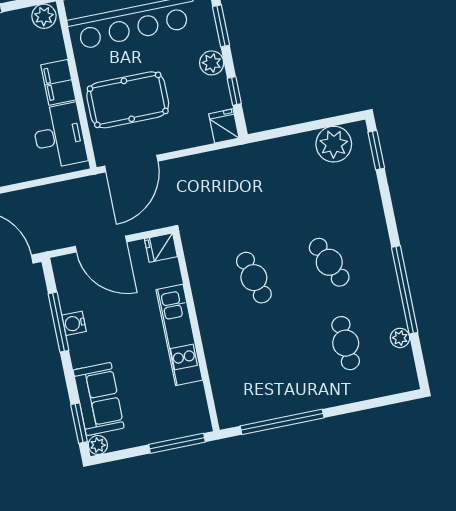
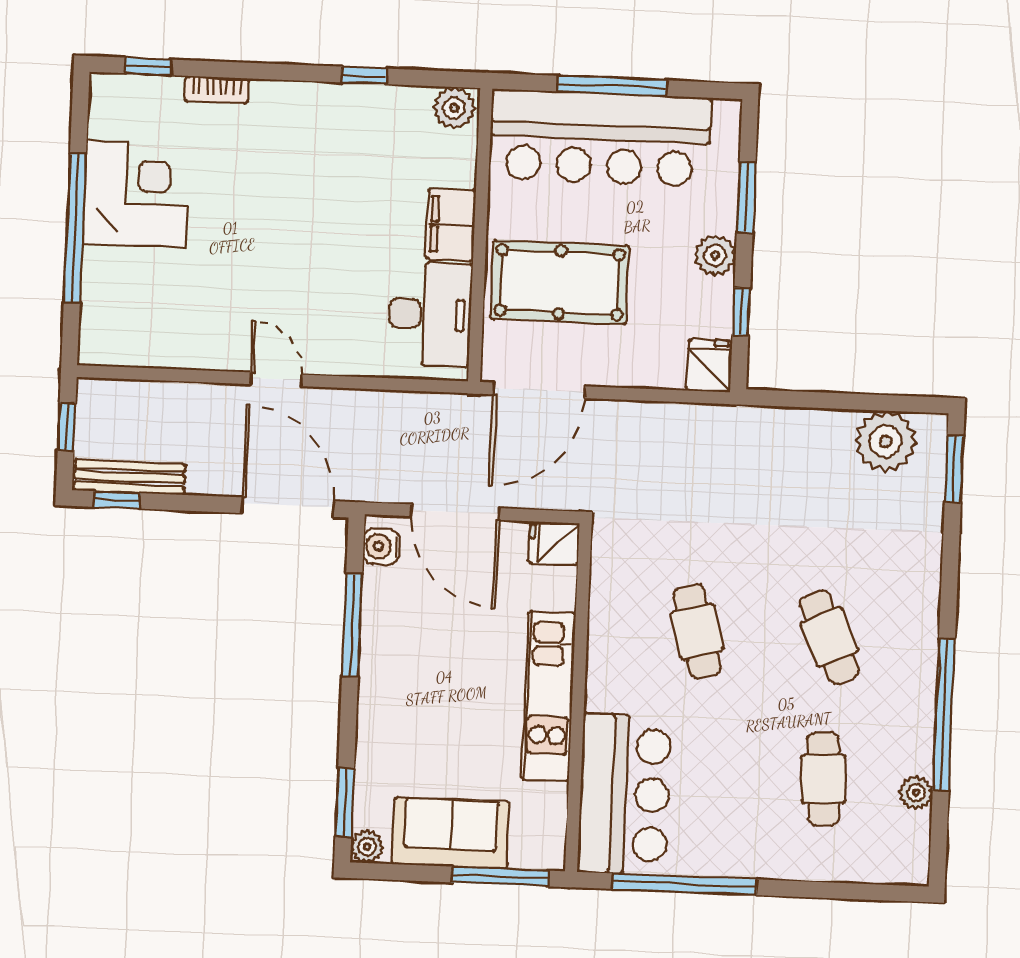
water cooler: (74, 323) -> (381, 547), moved
bar counter: (236, 380) -> (624, 794), added
sofa: (99, 399) -> (451, 833), moved, turned -90

